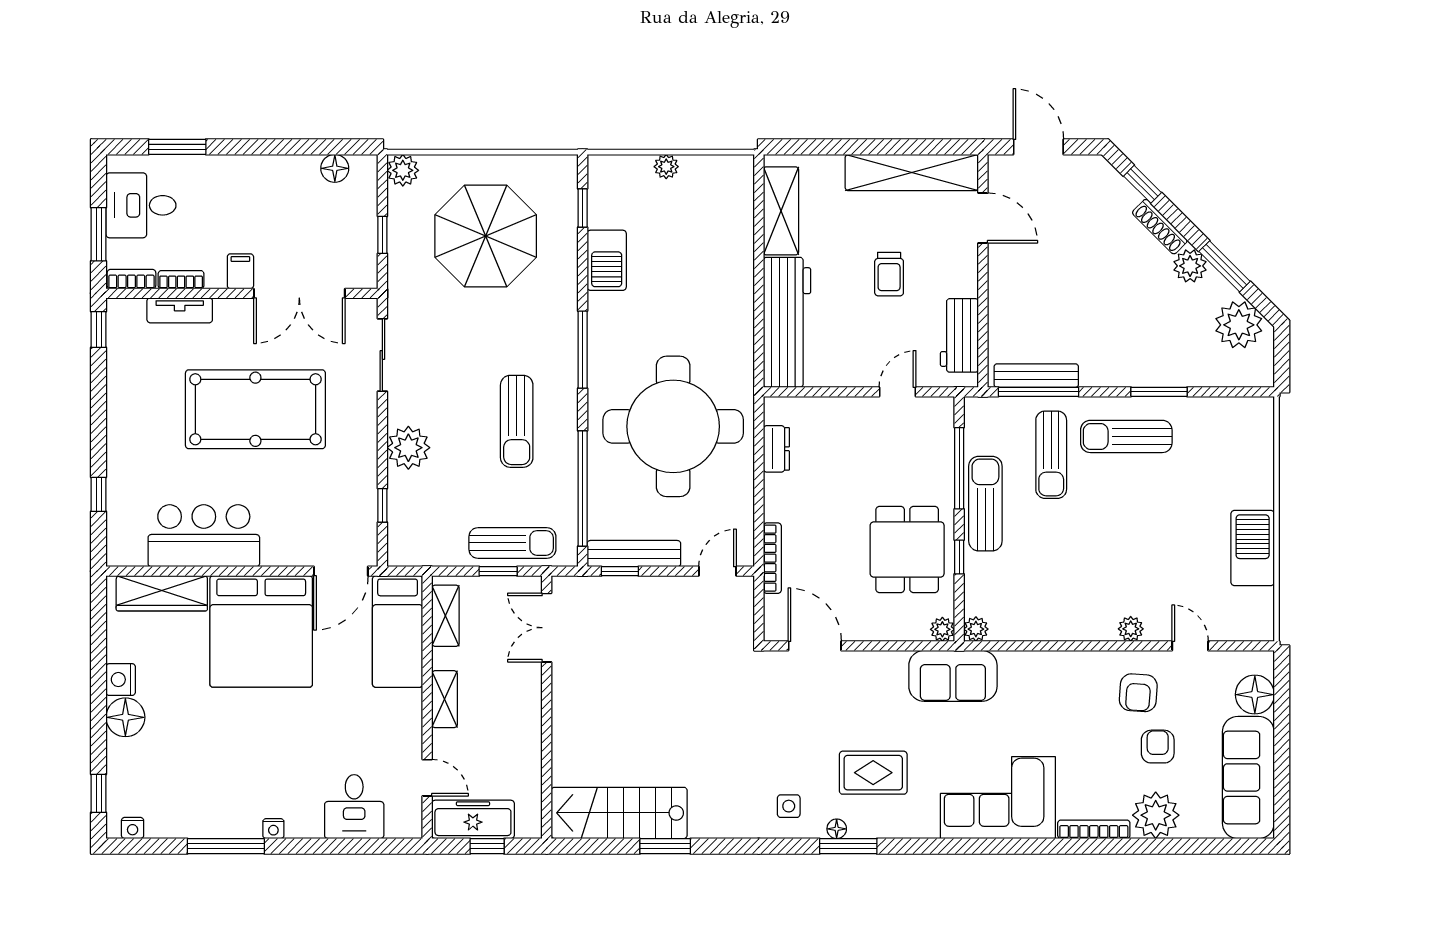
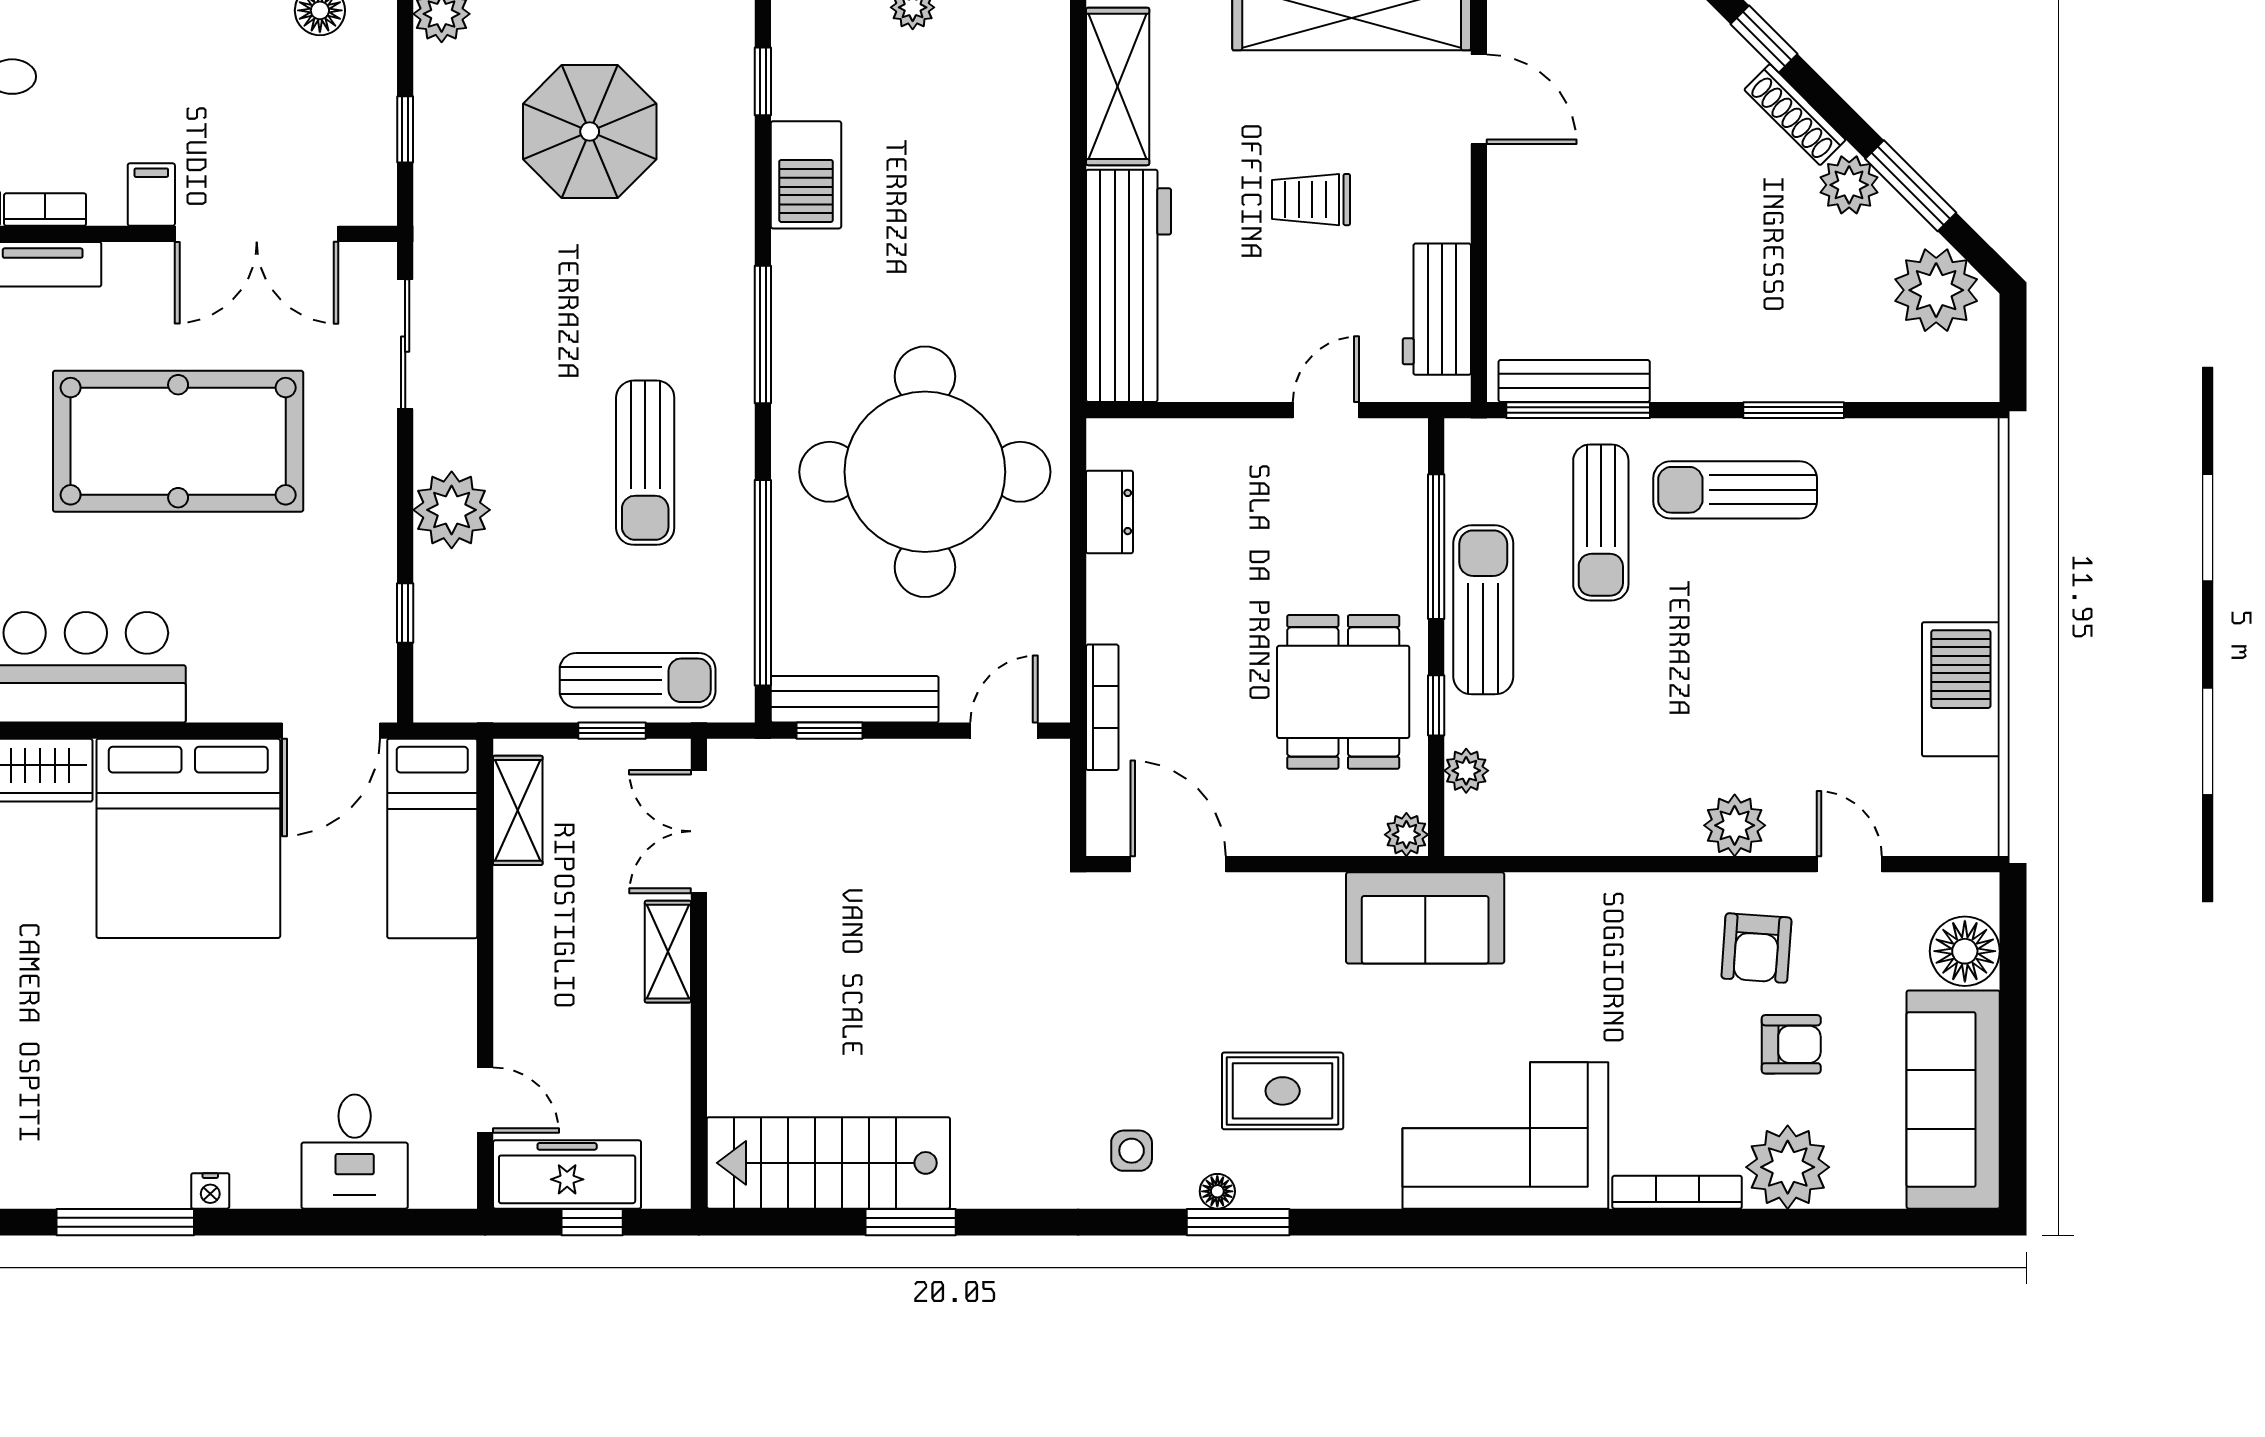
parasol: (486, 236) -> (590, 131), width x0.73, depth x0.73
trolley: (889, 274) -> (1311, 200), turned 90
plant: (976, 629) -> (1466, 771), moved
plant: (1131, 629) -> (1735, 825), width x1.38, depth x1.38
shelving: (444, 699) -> (668, 952), moved
armchair: (1158, 747) -> (1791, 1044), turned 90

